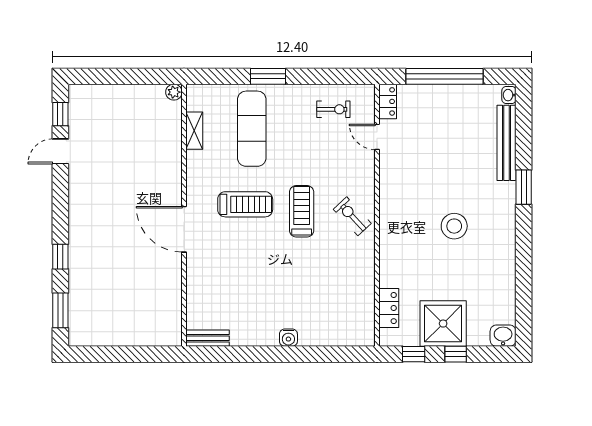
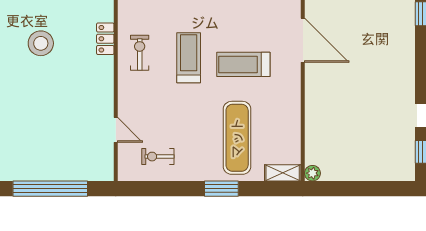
locker: (388, 101) -> (105, 39), moved
shelving: (194, 131) -> (283, 173), moved, turned 90
treadmill: (302, 211) -> (189, 58), turned 180
exercise bike: (352, 216) -> (140, 53), turned -137

